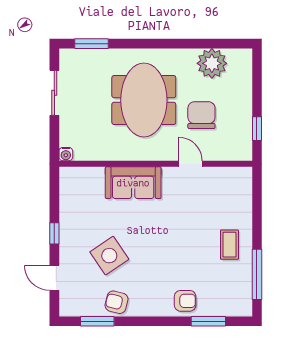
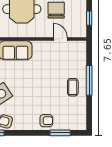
door: (190, 164) -> (60, 39), moved
window: (257, 274) -> (89, 80), moved

